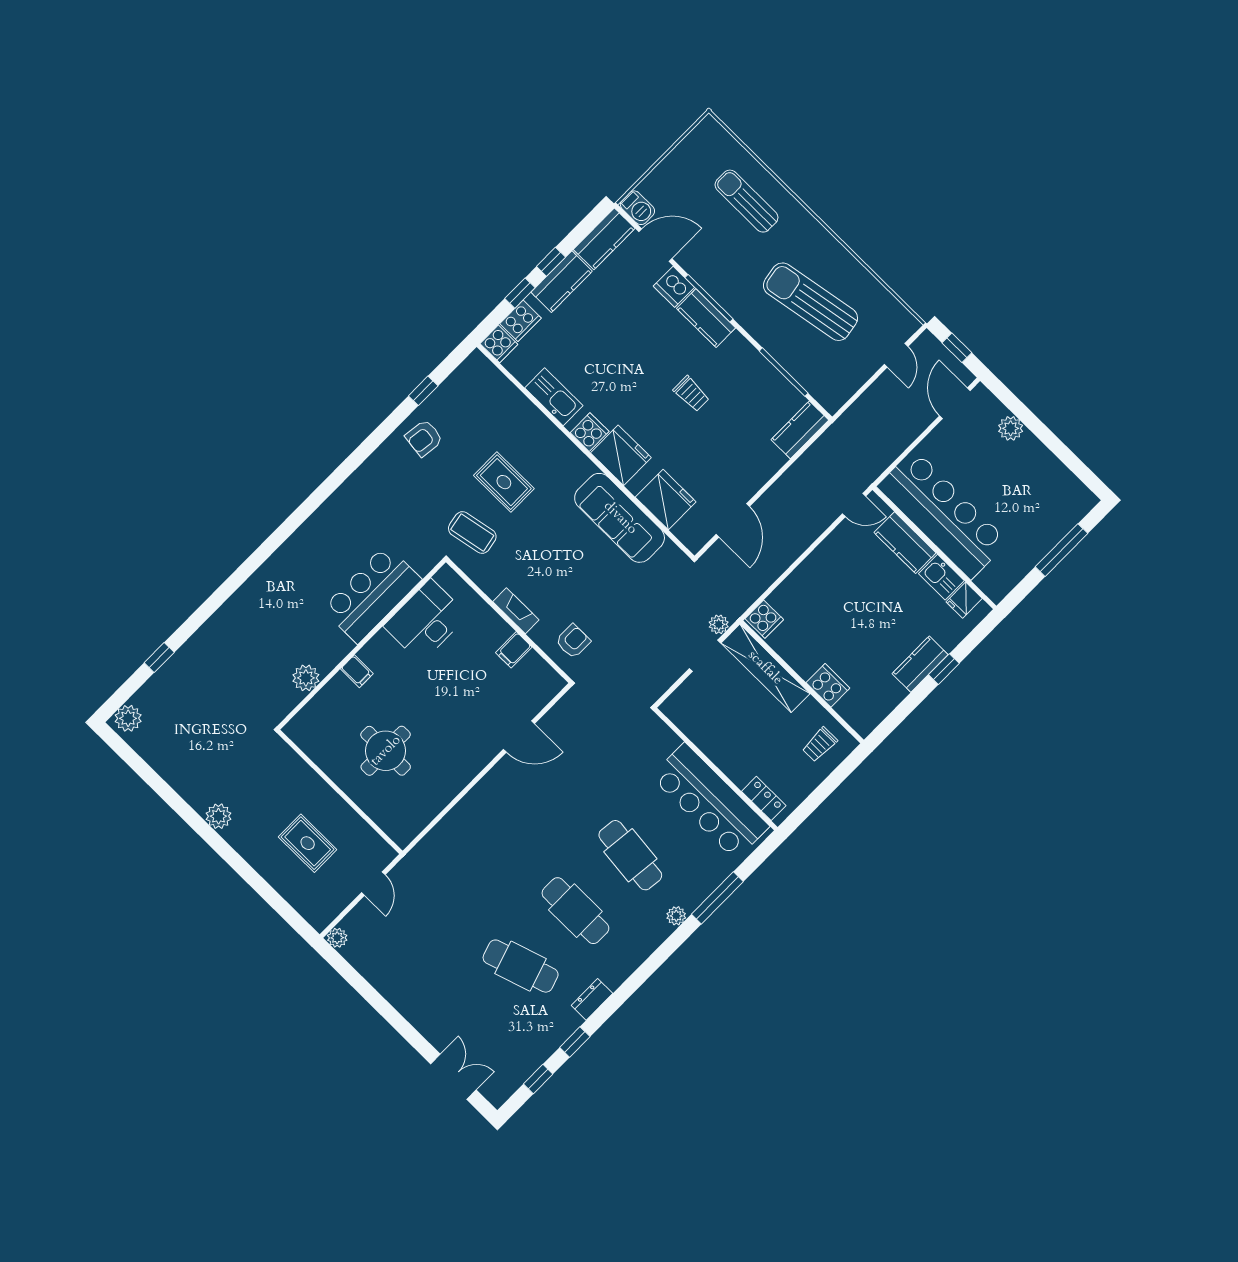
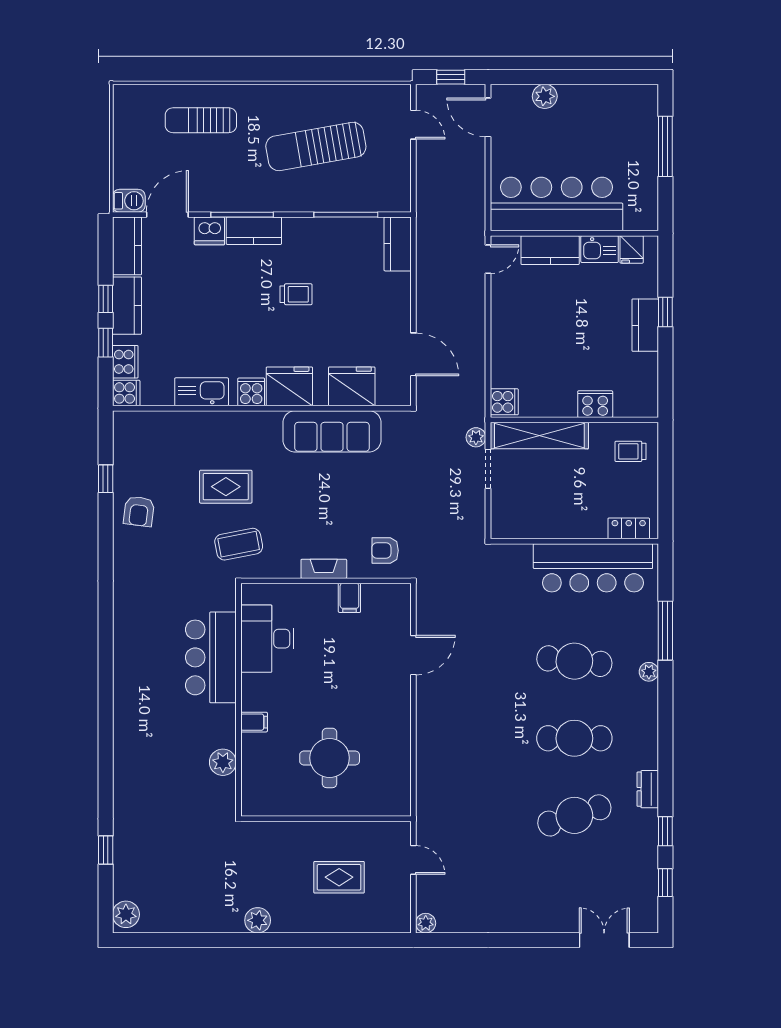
armchair: (573, 641) -> (385, 551), turned -90
trolley: (820, 744) -> (631, 451), turned 90

